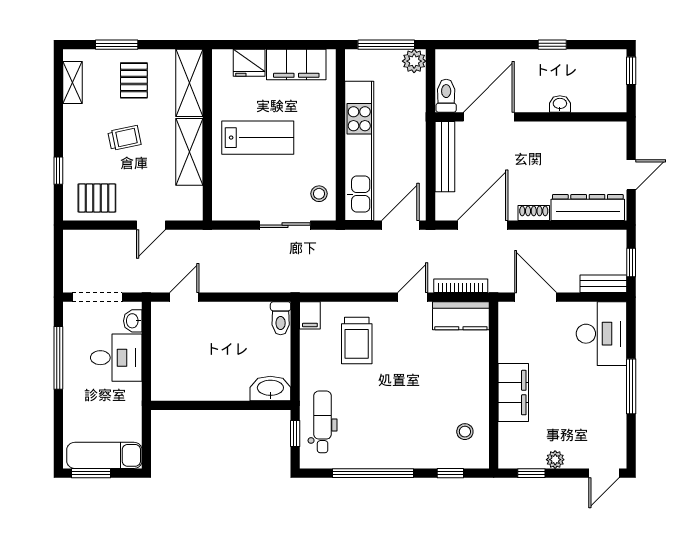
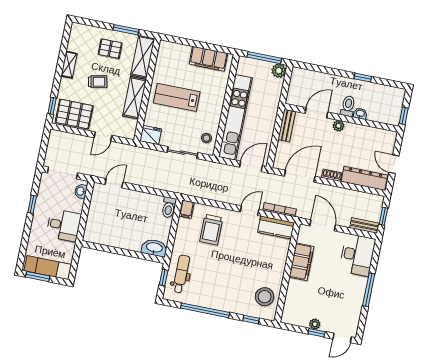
window: (117, 45) -> (126, 30), moved
fridge: (249, 63) -> (151, 135), moved, turned 180
window: (631, 71) -> (404, 116), moved
pallet: (134, 80) -> (110, 49), turned 90
shelving: (72, 83) -> (69, 65), moved
toilet: (446, 96) -> (348, 106), moved
door: (489, 117) -> (316, 113), width x0.73
plant: (529, 131) -> (338, 126), added
lab bench: (258, 138) -> (177, 97), turned 180
bench: (445, 157) -> (287, 125), width x0.73
window: (58, 171) -> (52, 106), moved
door: (631, 175) -> (394, 164), swing flipped
pallet: (97, 198) -> (74, 114), width x1.50, depth x1.42
window: (58, 358) -> (32, 204), width x0.46
desk: (116, 358) -> (64, 225), moved
filing cabinet: (513, 393) -> (301, 262), moved
stool: (465, 432) -> (265, 297), width x1.89, depth x1.89
window: (531, 473) -> (317, 333), moved

